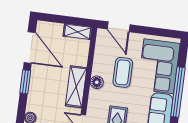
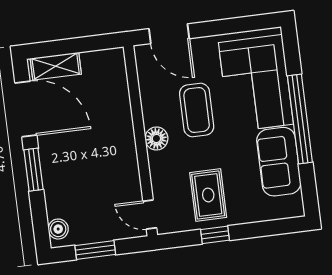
shelving: (78, 32) -> (56, 66), moved
shelving: (76, 87) -> (123, 155), removed

